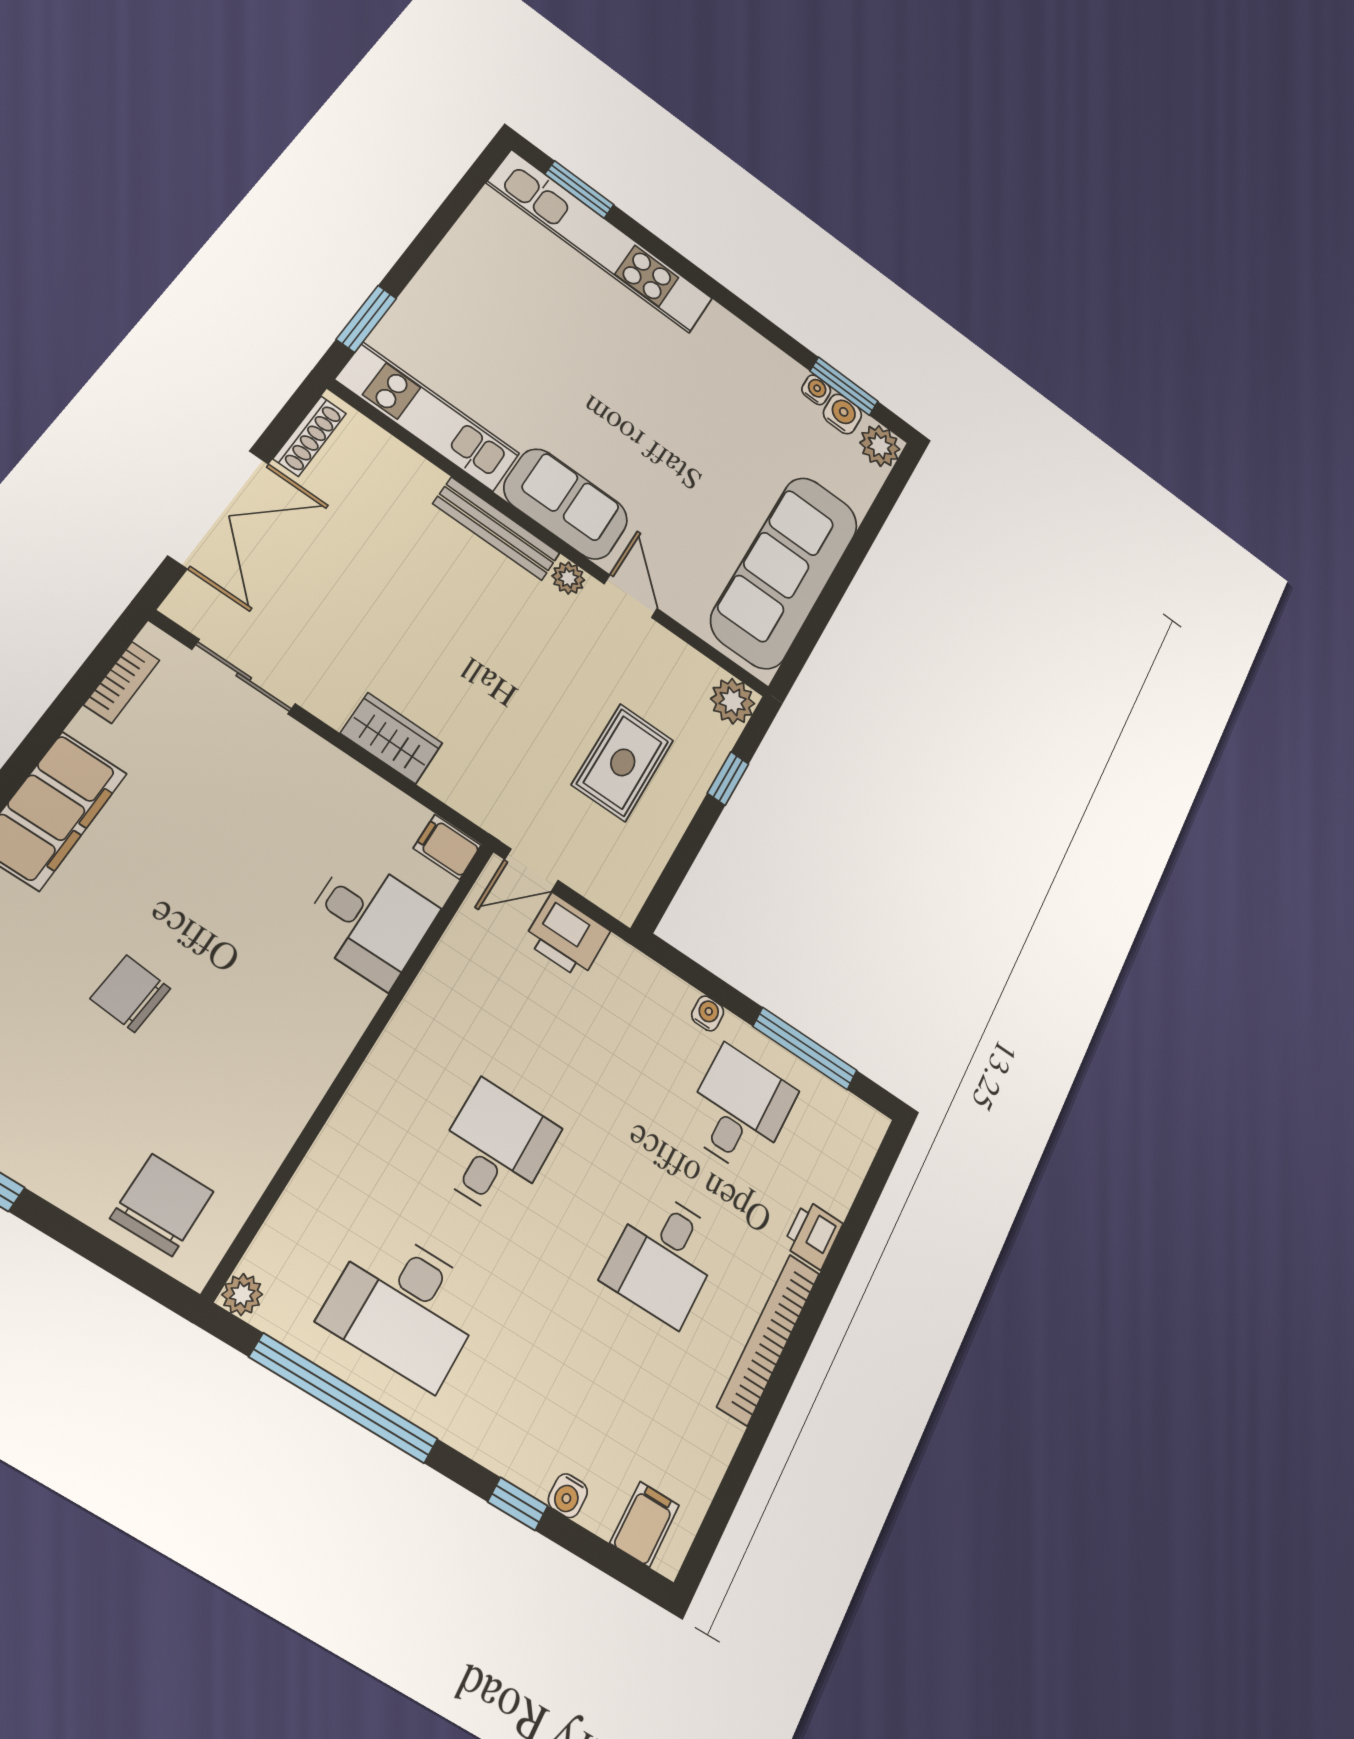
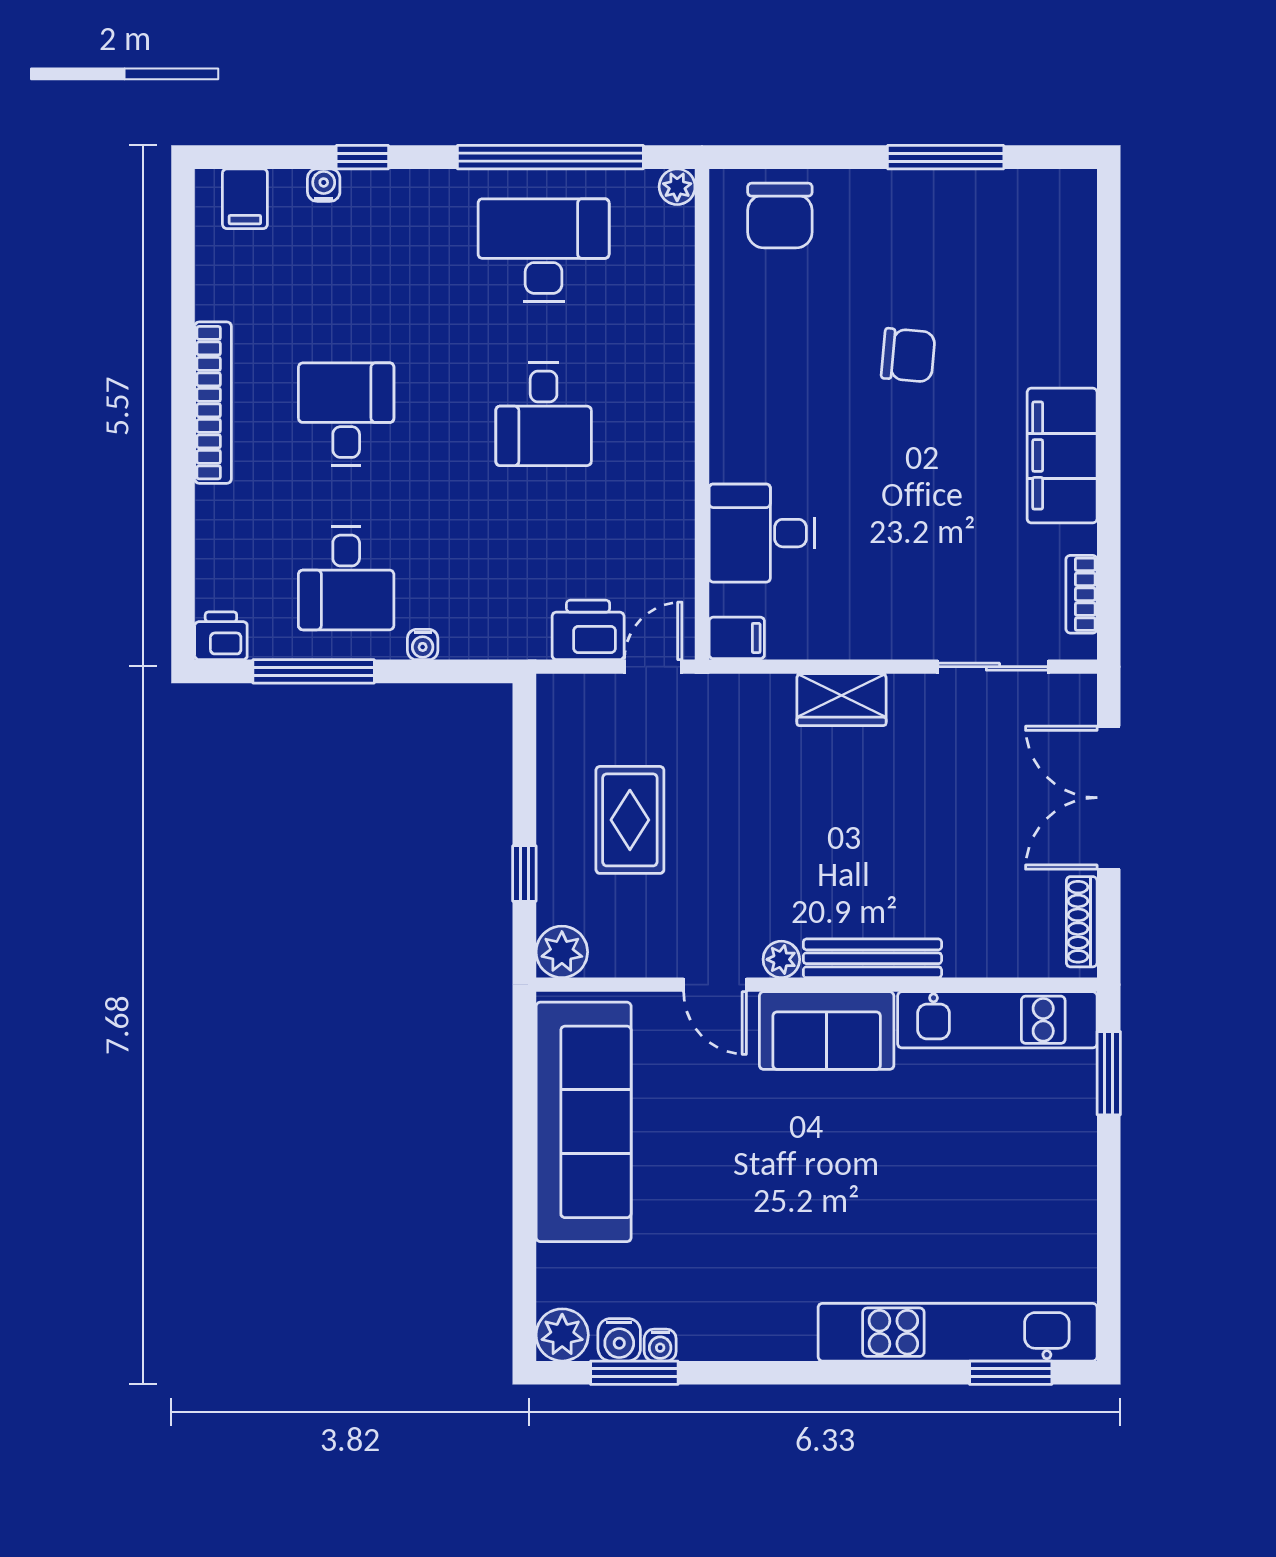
printer: (813, 1235) -> (221, 636), moved, turned -90

